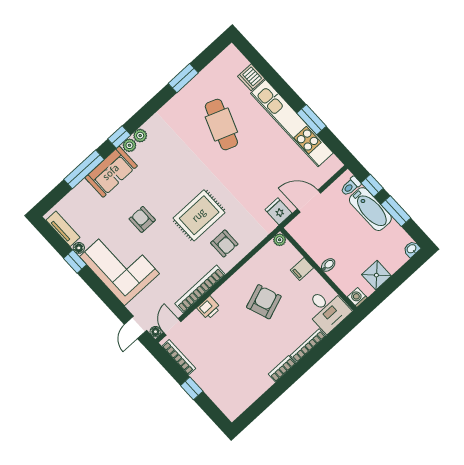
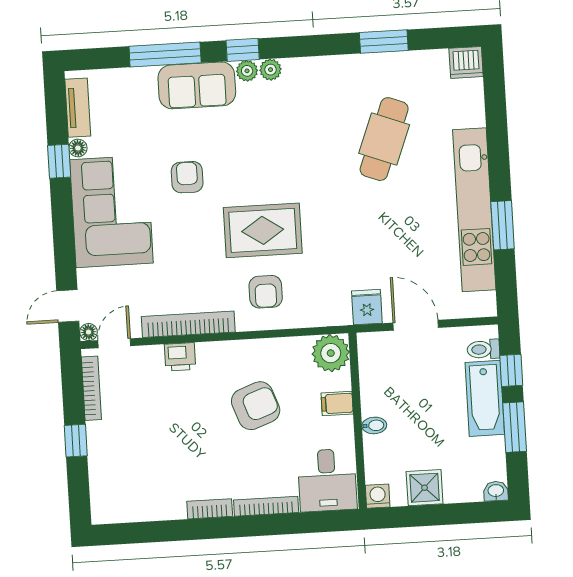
dishwasher: (251, 77) -> (466, 62), moved, turned -90
plant: (280, 240) -> (331, 353), width x1.88, depth x1.88

